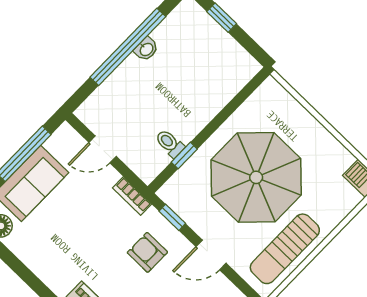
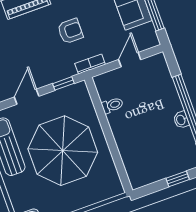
window: (184, 156) -> (100, 111), removed
armchair: (147, 252) -> (70, 31), moved

